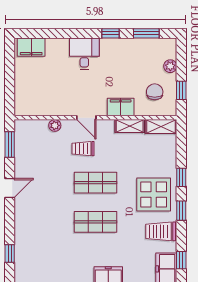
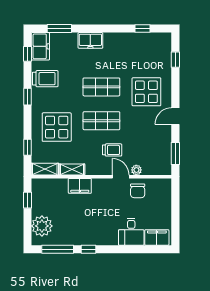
window: (146, 33) -> (58, 249), width x1.44
desk: (84, 54) -> (131, 232), moved
plant: (170, 66) -> (42, 226), width x1.87, depth x1.87
chair: (155, 92) -> (138, 191), moved
door: (86, 118) -> (121, 177), moved
window: (181, 177) -> (27, 147), moved
display table: (154, 195) -> (57, 127), moved
display table: (43, 216) -> (146, 92), added

